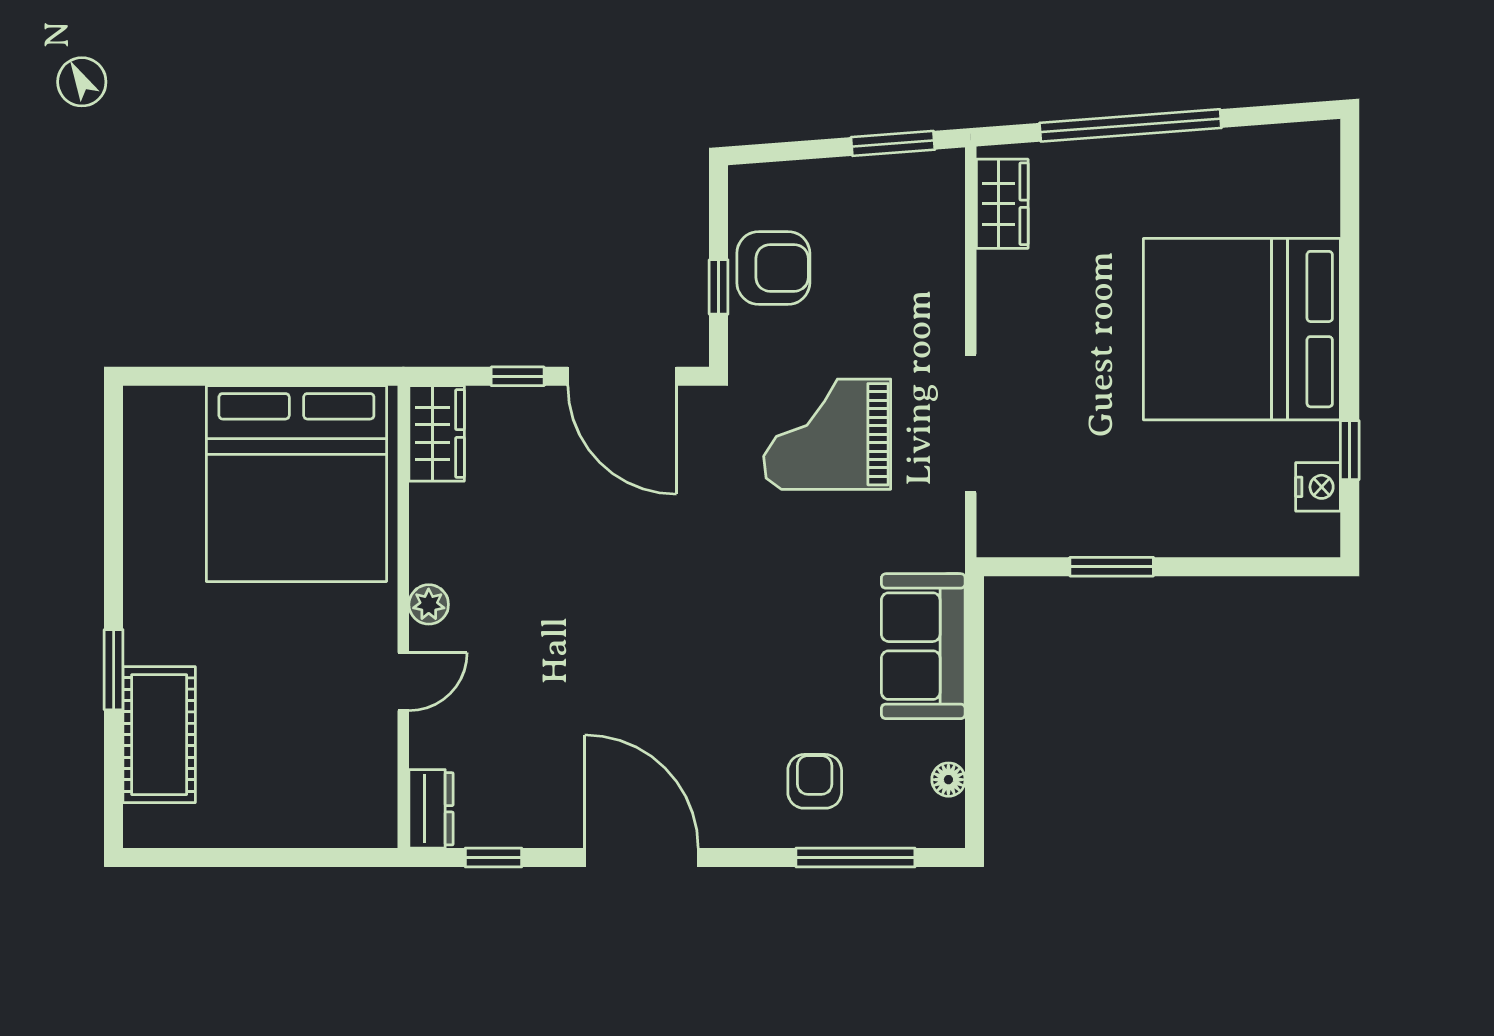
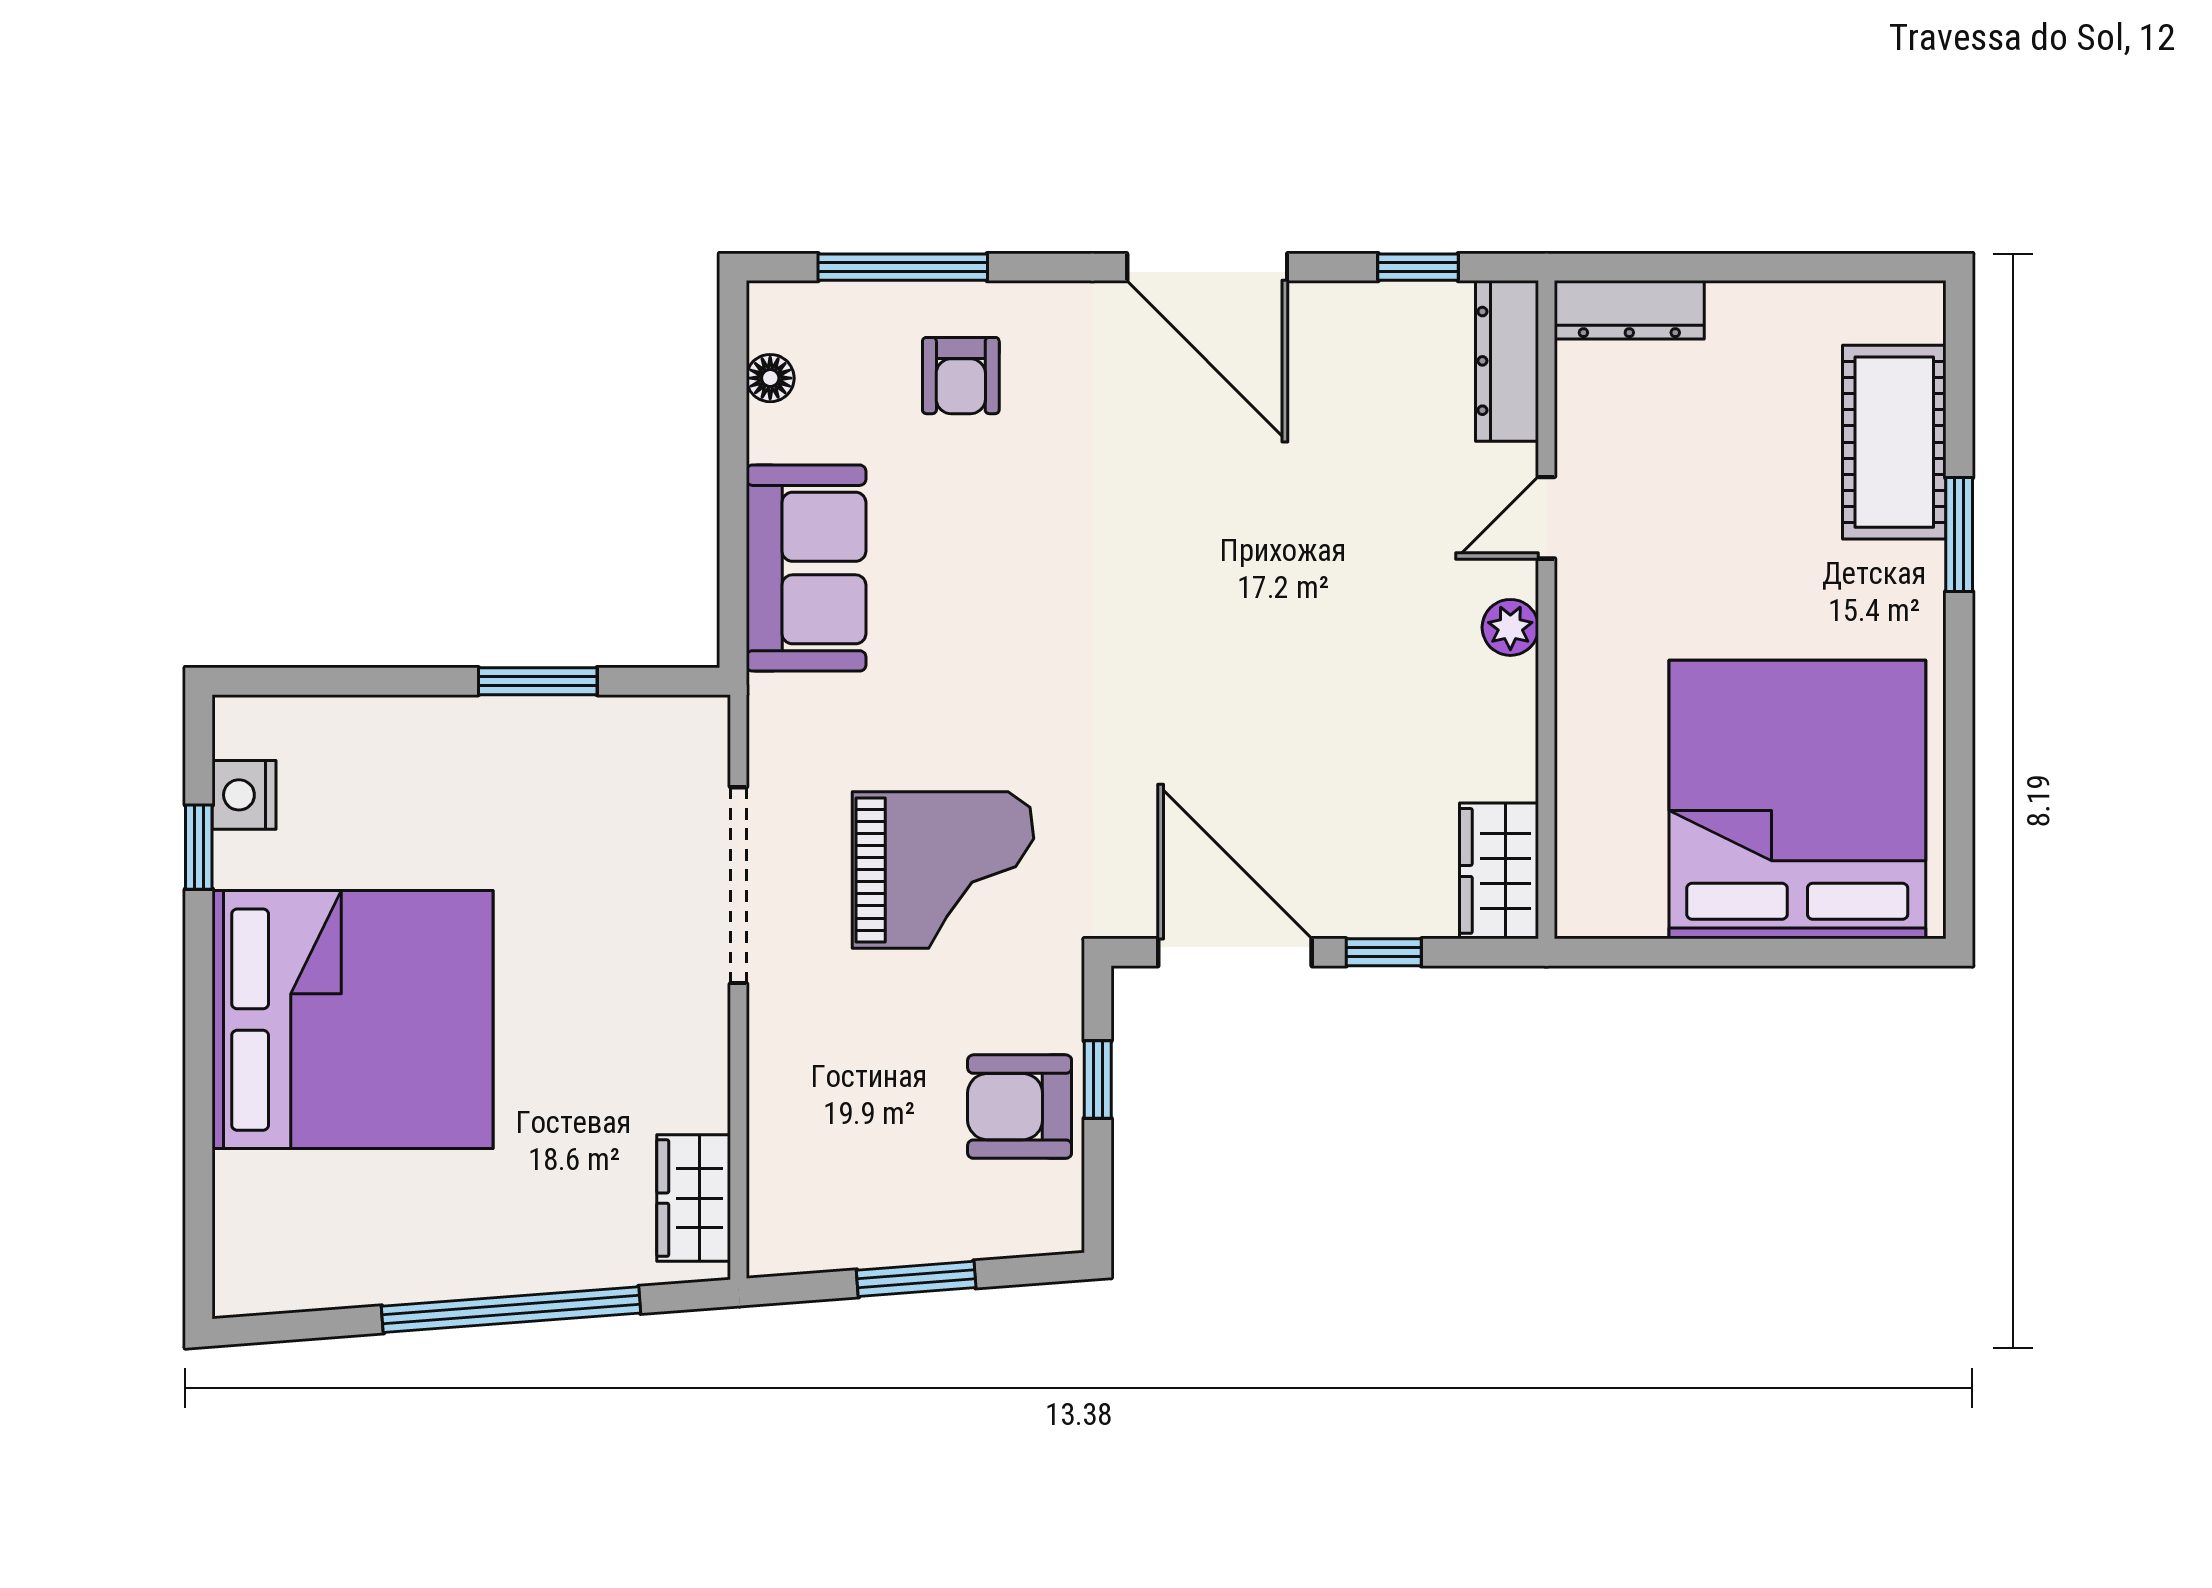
window: (893, 143) -> (916, 1279), moved
bed: (296, 484) -> (1797, 799), moved
dresser: (431, 809) -> (1507, 361), width x1.44
dresser: (345, 828) -> (1629, 310), added

